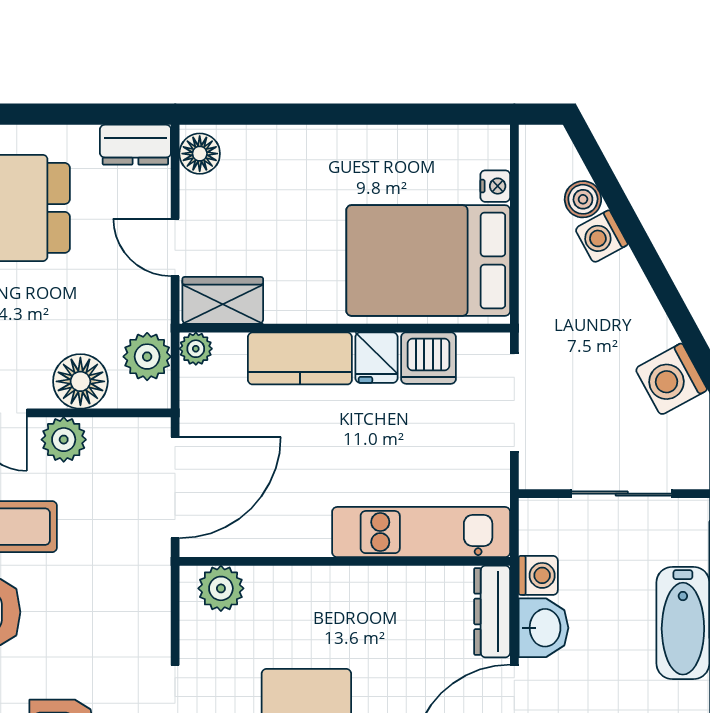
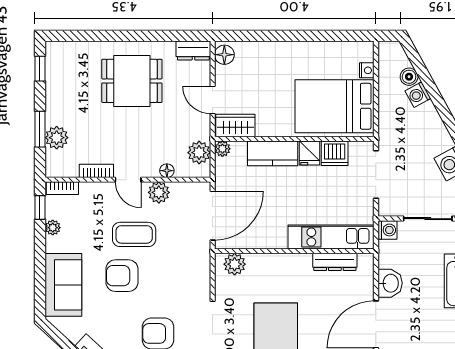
floor lamp: (80, 381) -> (167, 171), width x0.53, depth x0.53
washing machine: (538, 575) -> (387, 230), moved
dresser: (492, 611) -> (335, 262), moved, turned -90

